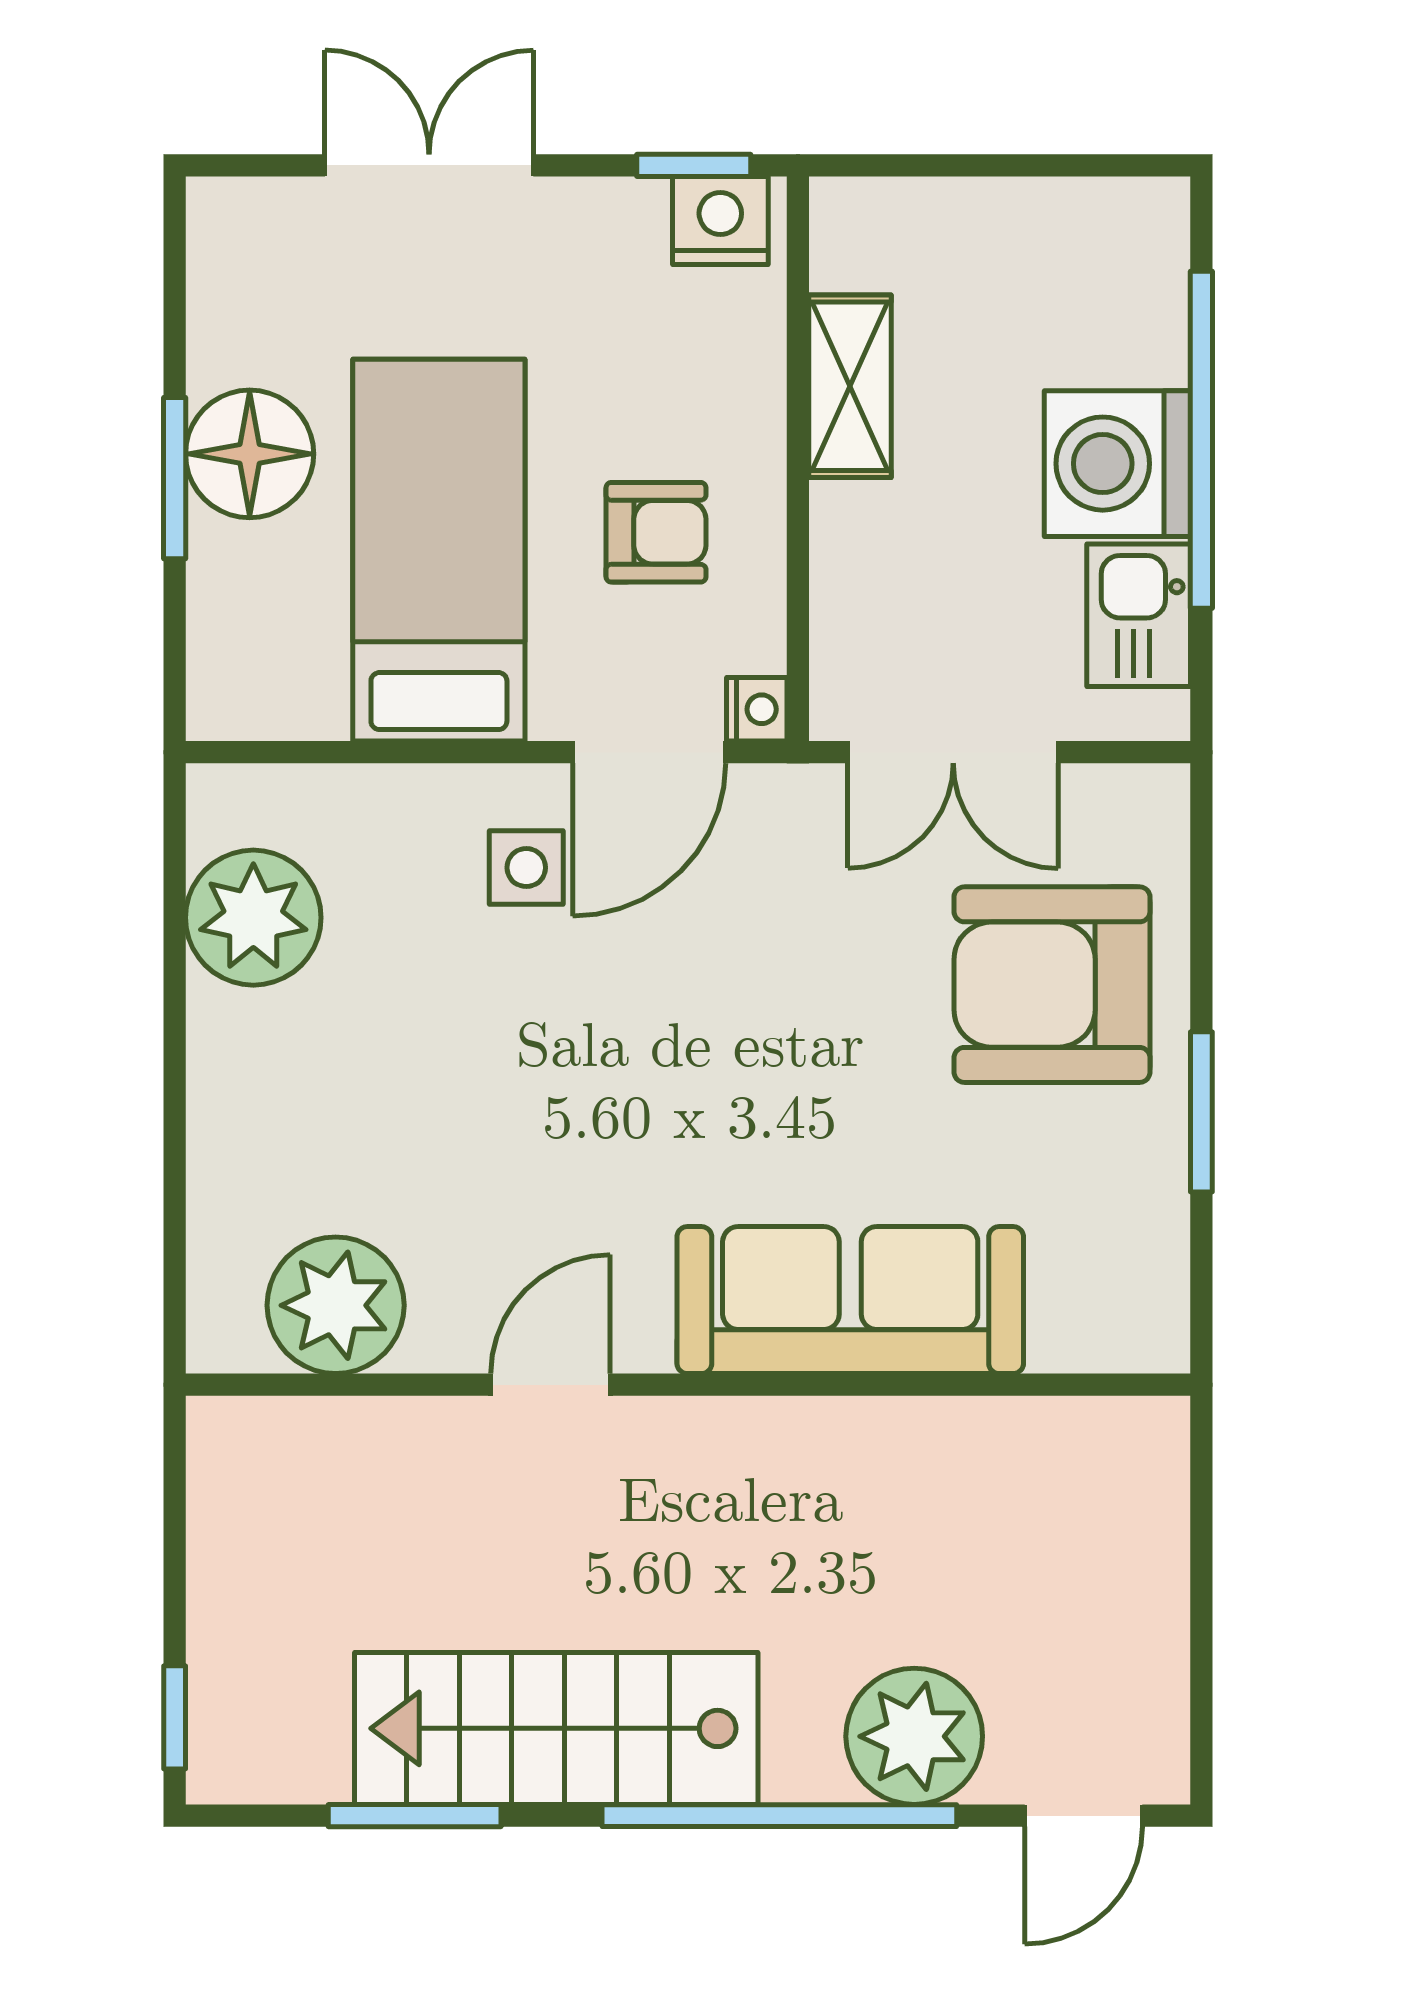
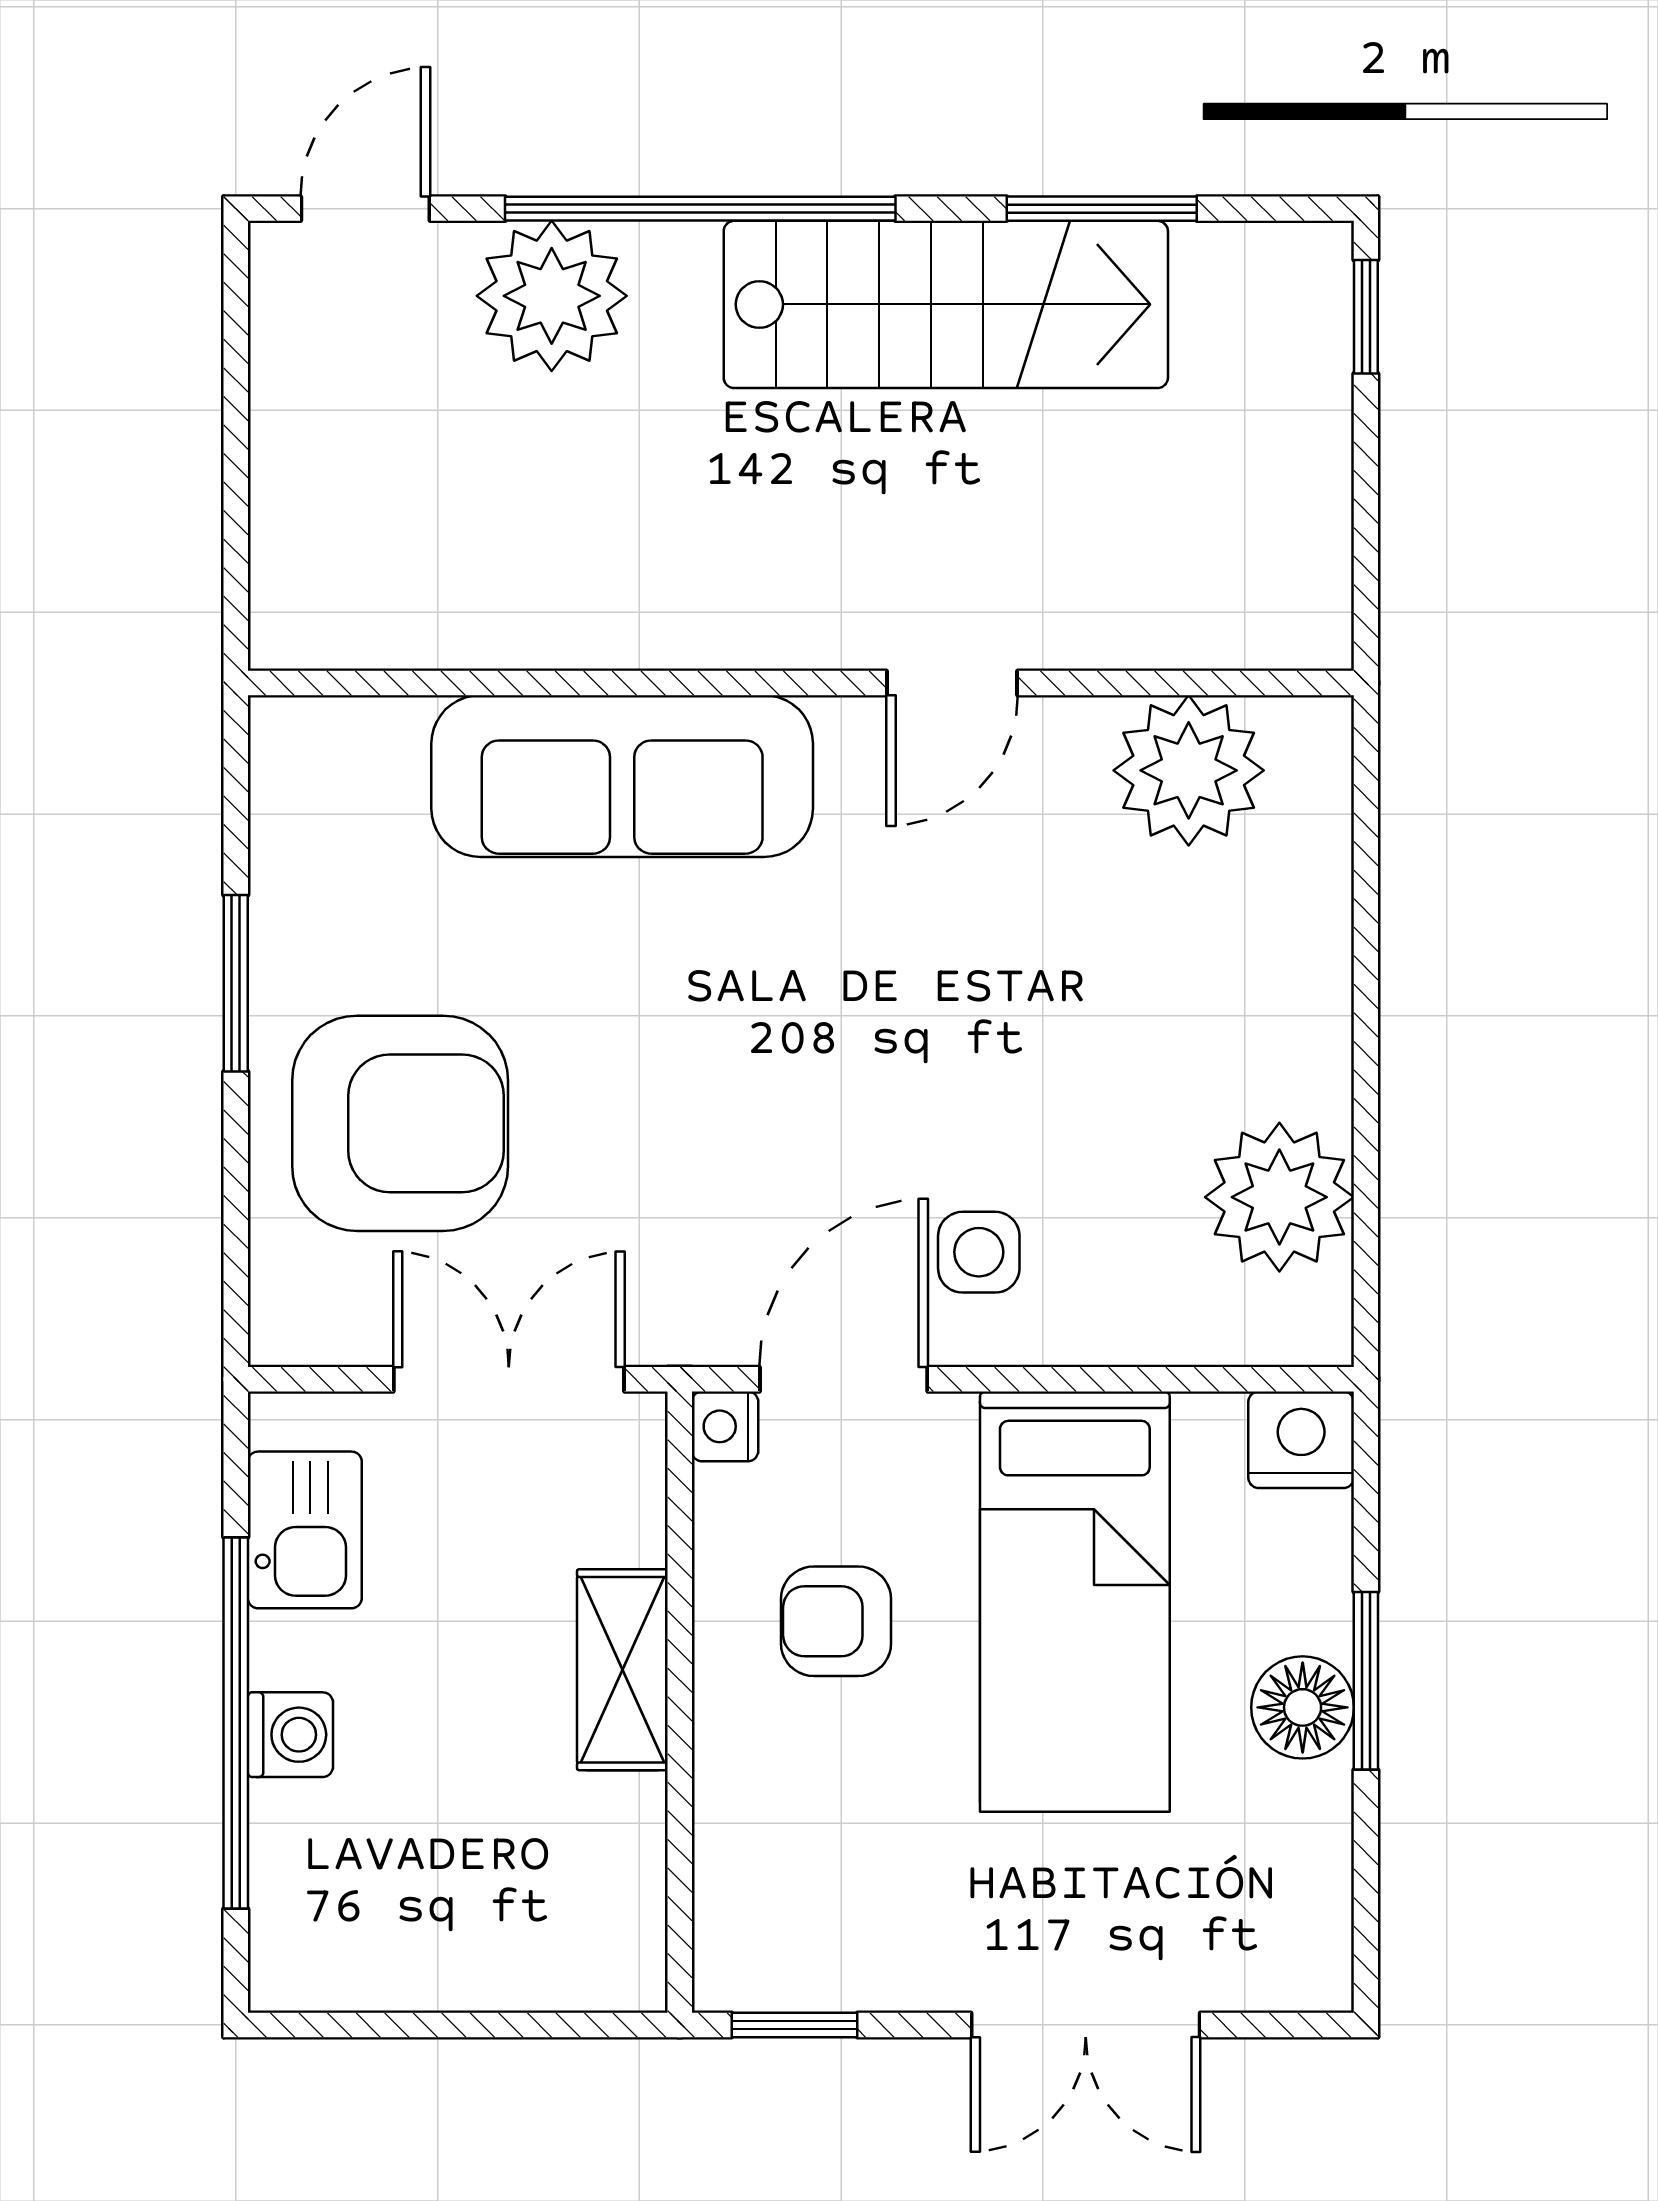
nightstand: (720, 220) -> (1301, 1440), moved, turned 180
shelving: (850, 386) -> (622, 1670), moved
floor lamp: (250, 454) -> (1303, 1707), width x0.73, depth x0.73
washing machine: (1117, 464) -> (290, 1735), width x0.53, depth x0.53

